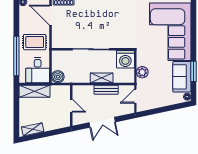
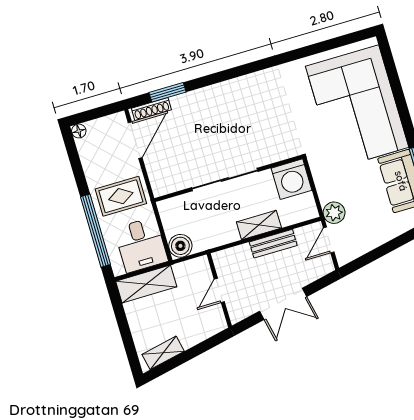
door: (51, 15) -> (135, 140), swing flipped
plant: (142, 72) -> (334, 213), moved
door: (71, 106) -> (219, 290), swing flipped

